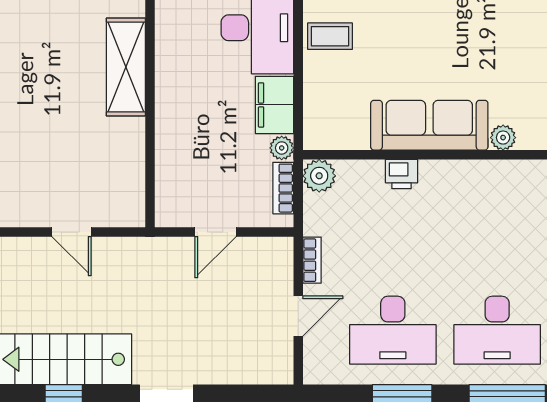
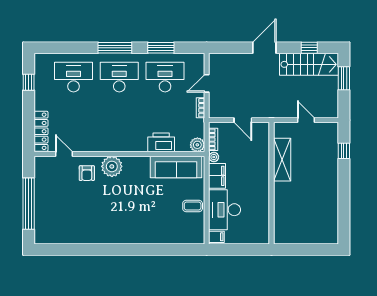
shelving: (126, 67) -> (282, 160), moved
sofa: (429, 125) -> (176, 167), moved
plant: (503, 138) -> (112, 166), width x1.88, depth x1.88
printer: (402, 174) -> (161, 142), width x1.87, depth x1.48
door: (215, 232) -> (243, 120), swing flipped

